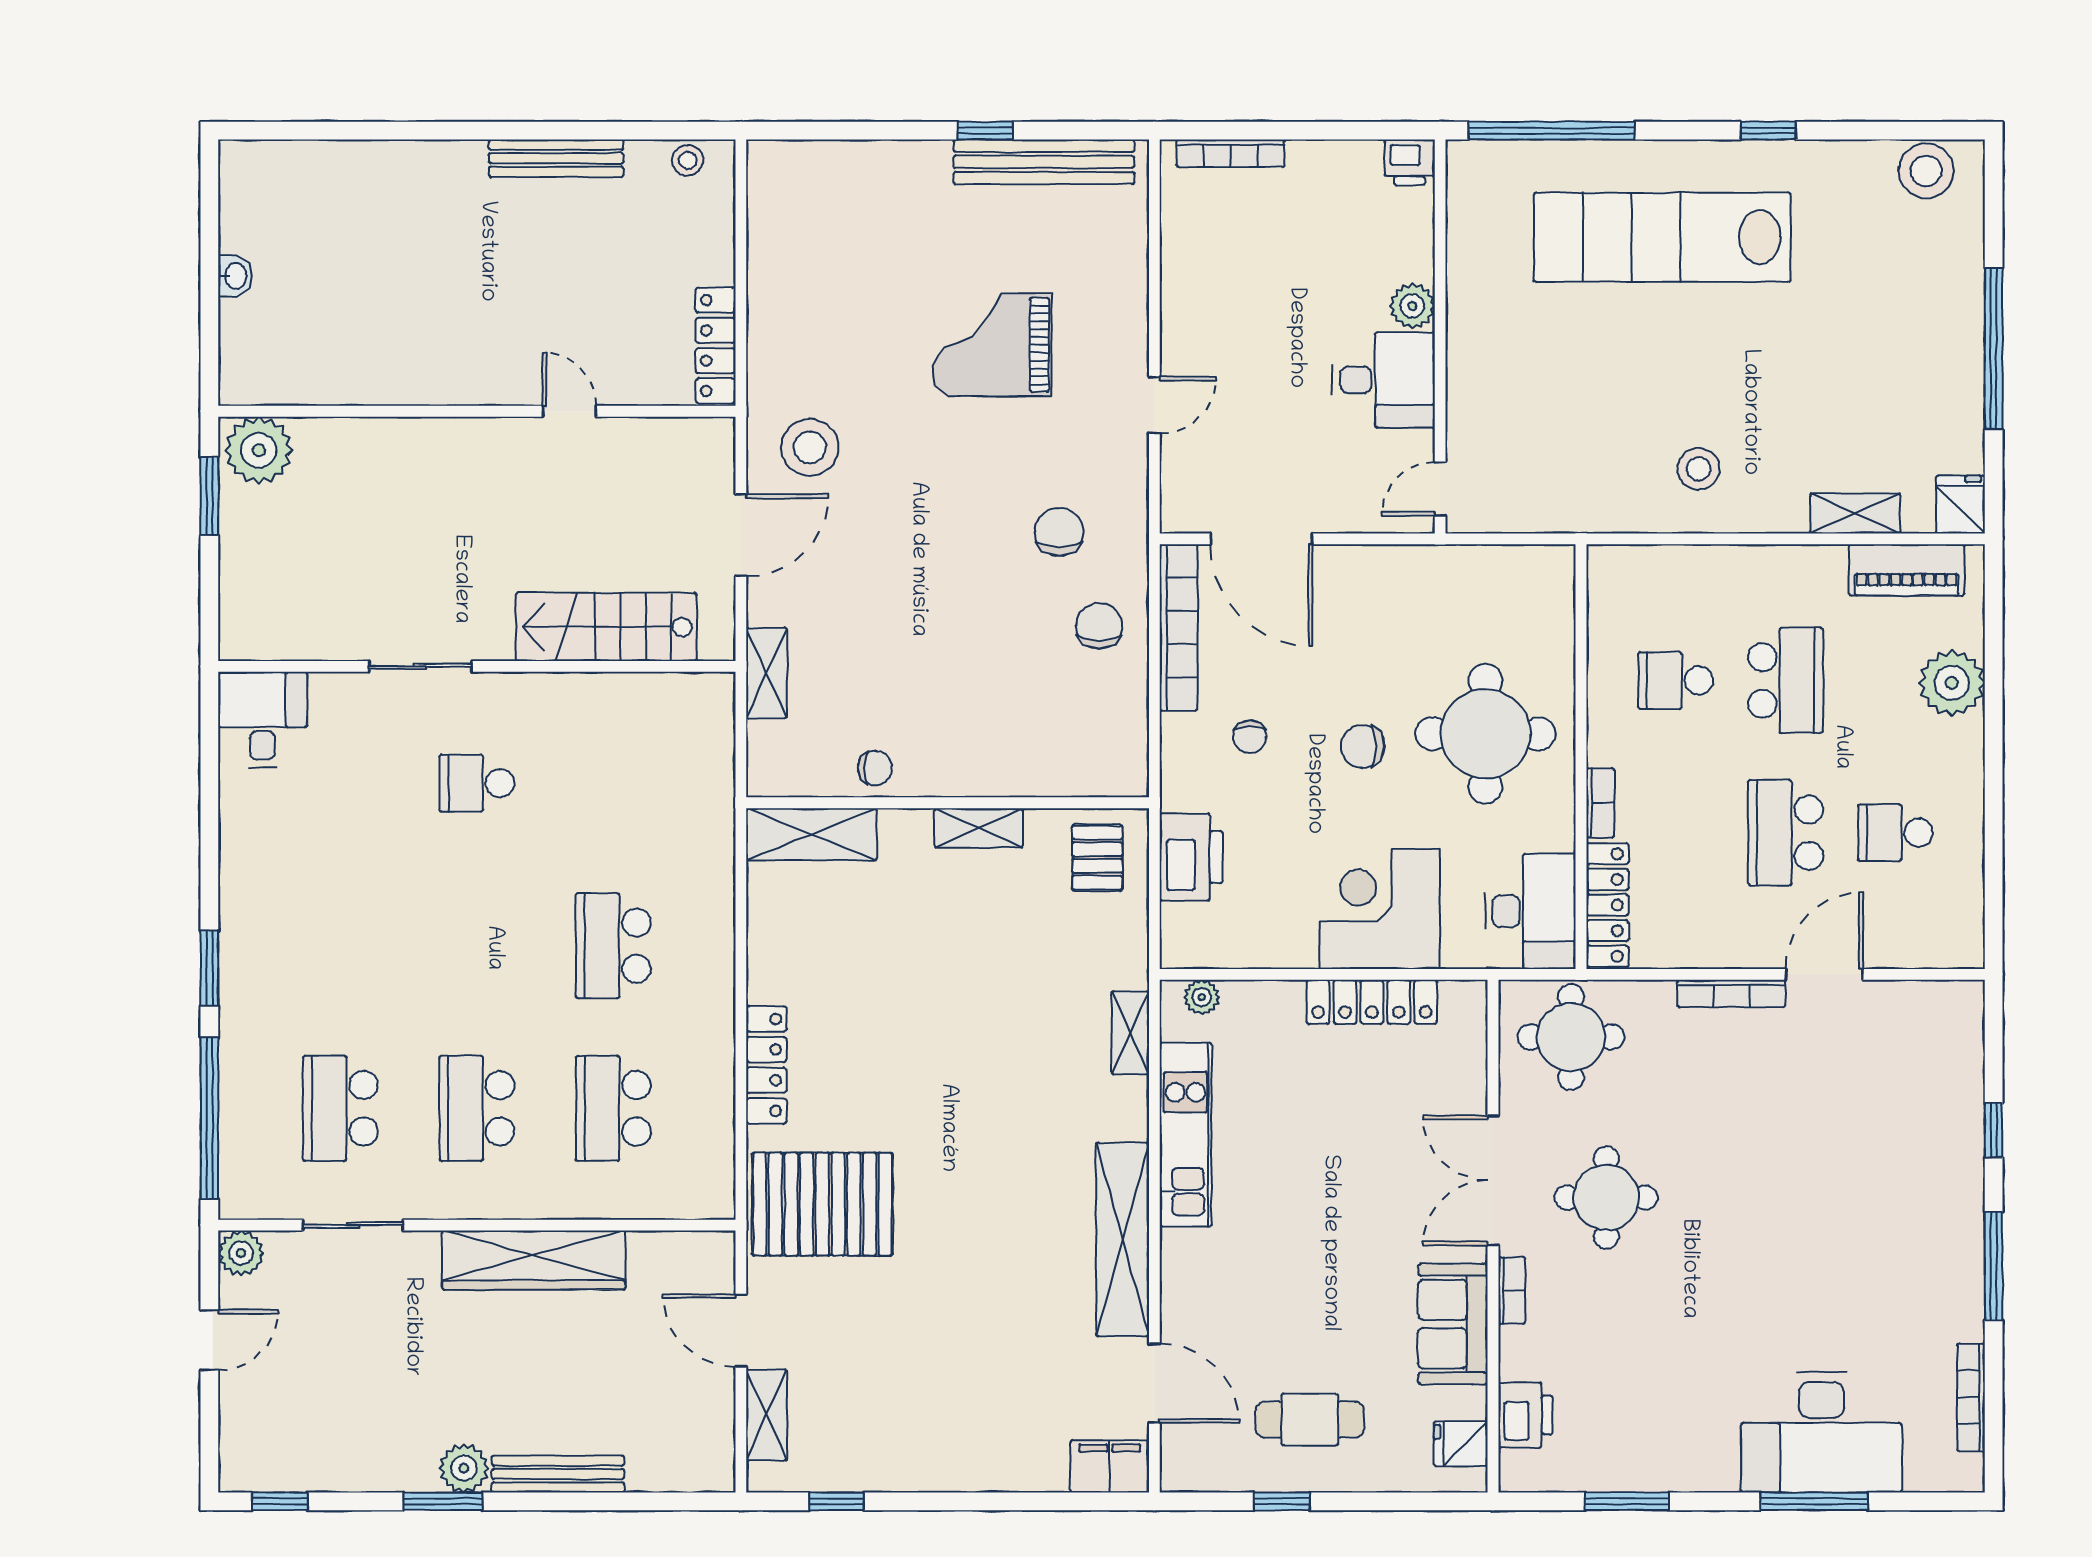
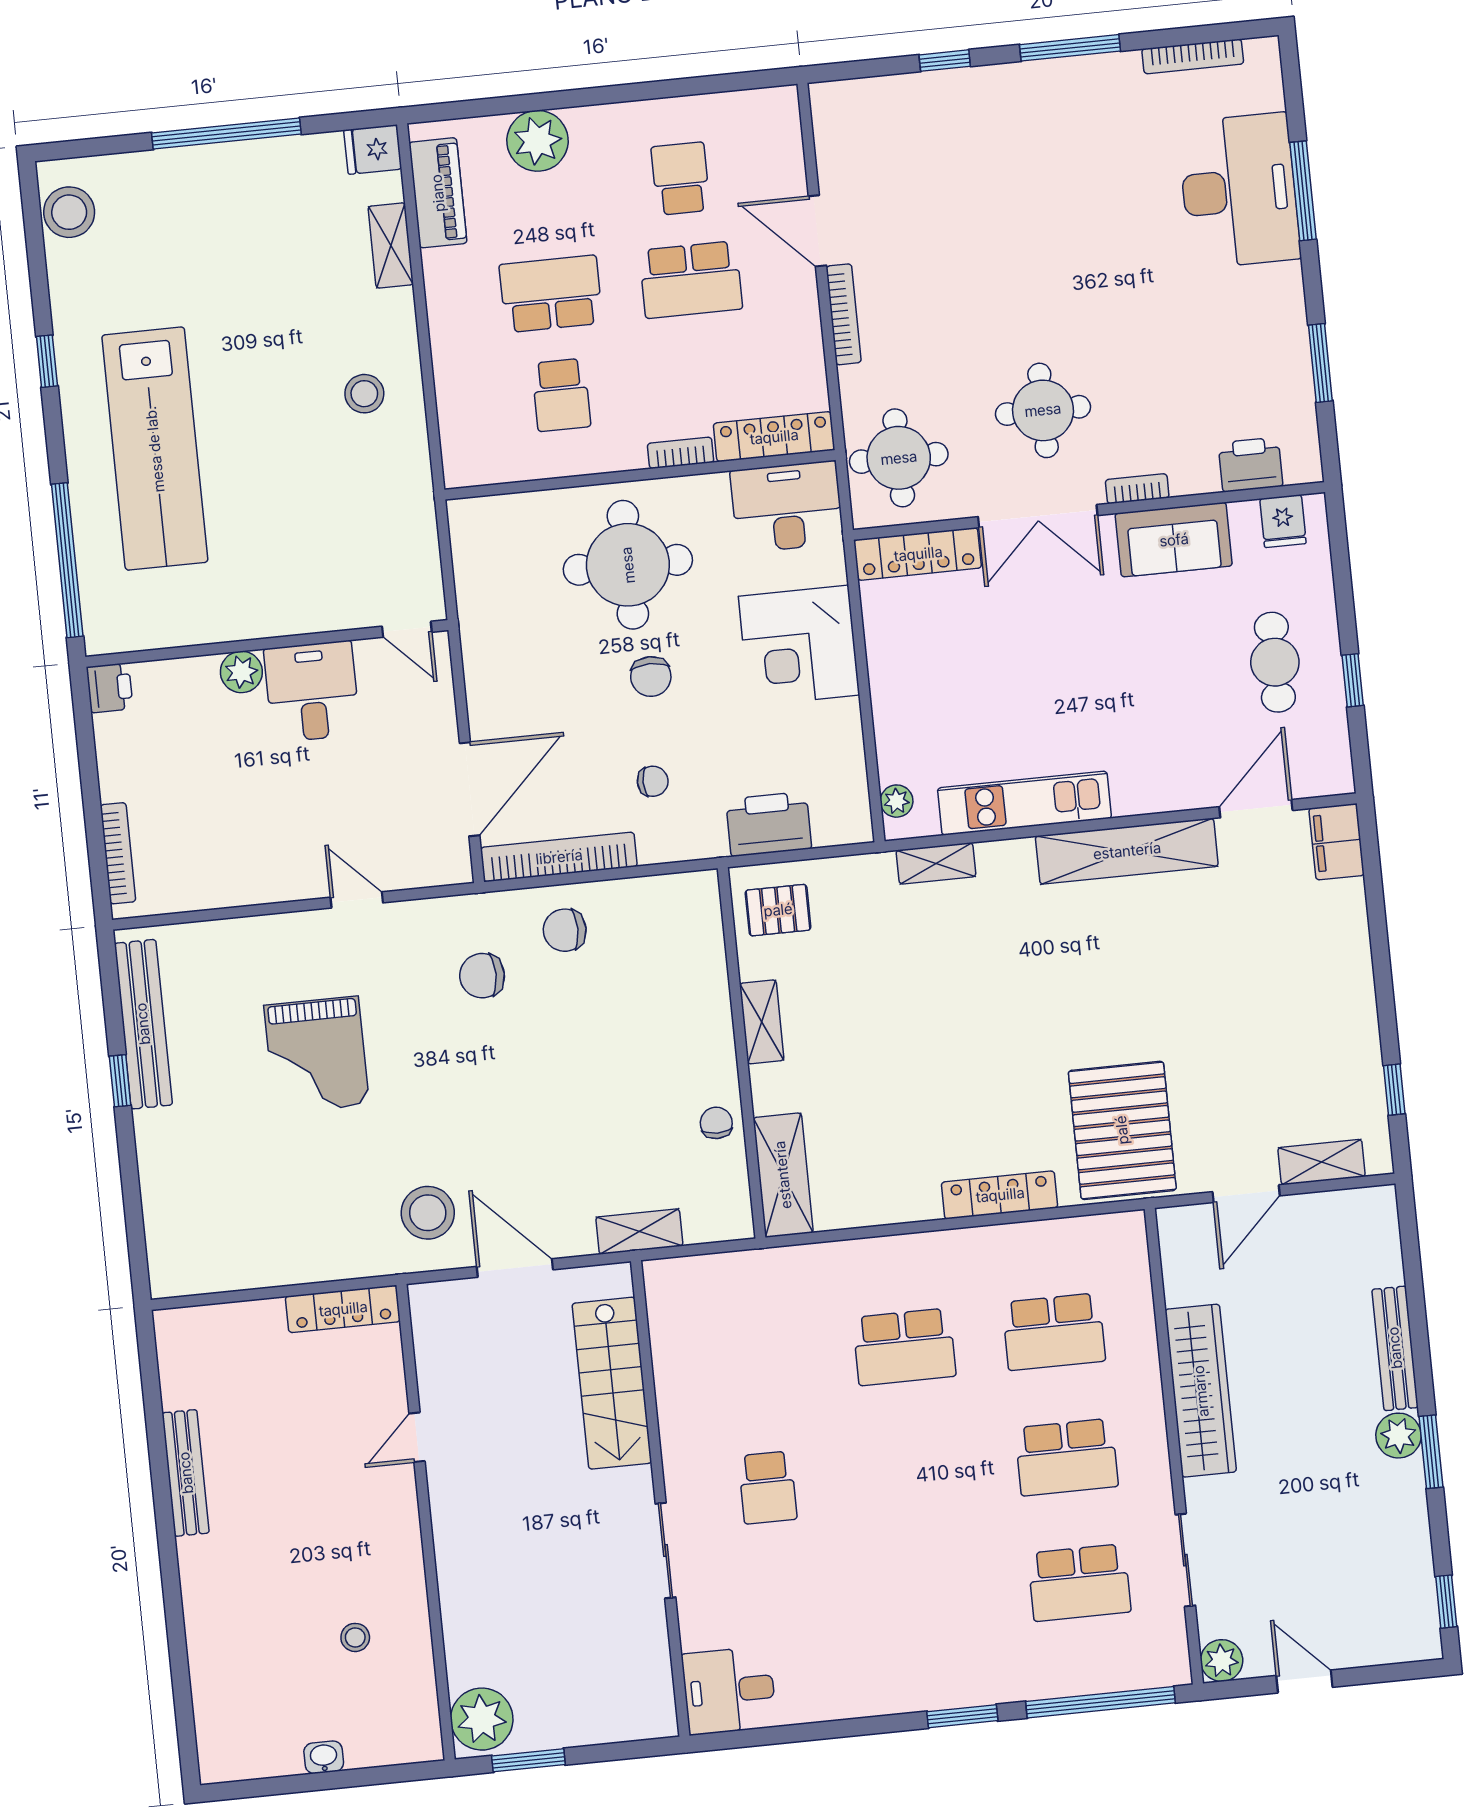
stool: (688, 160) -> (355, 1637), moved
school desk: (1895, 833) -> (681, 179), turned 180
locker: (1372, 1002) -> (918, 554), moved, turned 90

